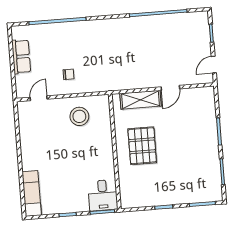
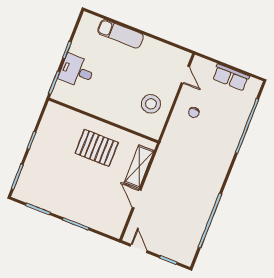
exam couch: (32, 193) -> (120, 34), moved
desk: (103, 195) -> (77, 71), moved

